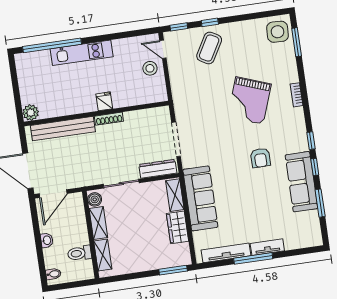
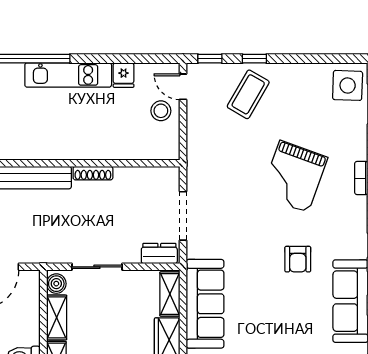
fridge: (104, 101) -> (124, 75), moved, turned 180
dresser: (158, 169) -> (159, 254), width x0.70

